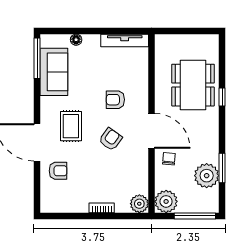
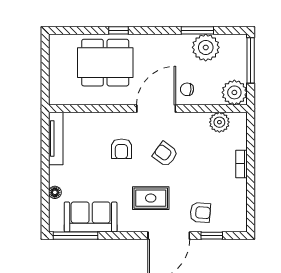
armchair: (58, 171) -> (200, 212), turned 94
window: (37, 181) -> (212, 236), added
plant: (139, 204) -> (219, 122), moved

